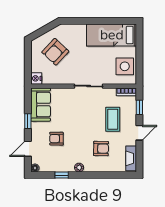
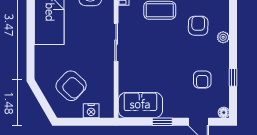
nightstand: (36, 78) -> (91, 111), moved
armchair: (56, 139) -> (202, 79), moved
plant: (79, 168) -> (223, 37), moved

